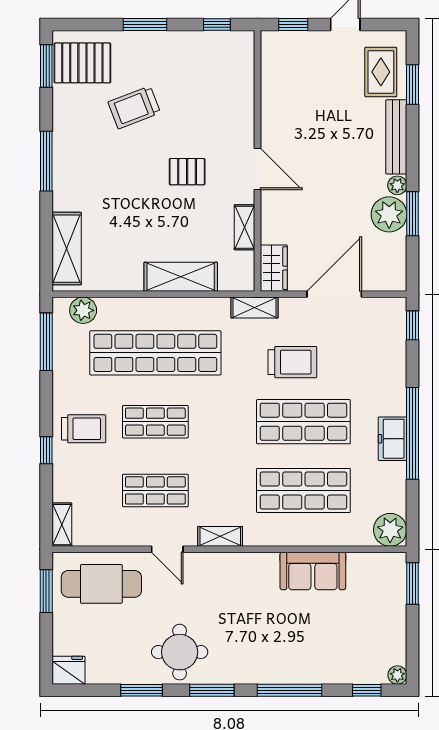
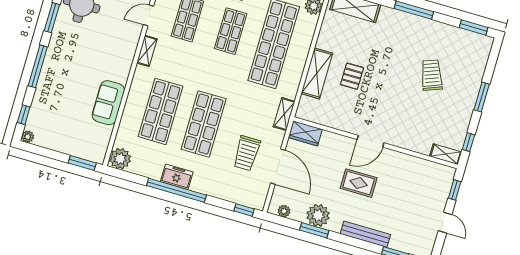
pallet: (82, 63) -> (469, 51), removed
rug: (381, 72) -> (359, 183), moved
pallet: (187, 172) -> (352, 76), moved
plant: (397, 185) -> (284, 211), moved
shelving: (244, 227) -> (446, 154), moved
trolley: (292, 362) -> (247, 153), moved

